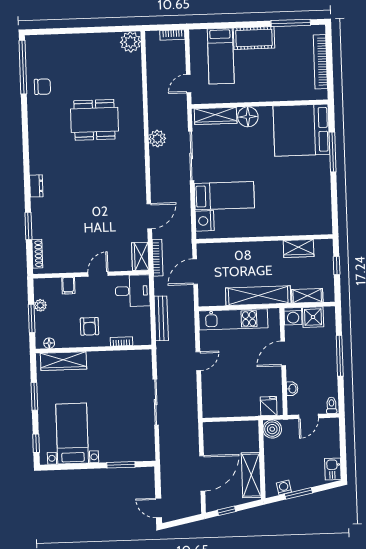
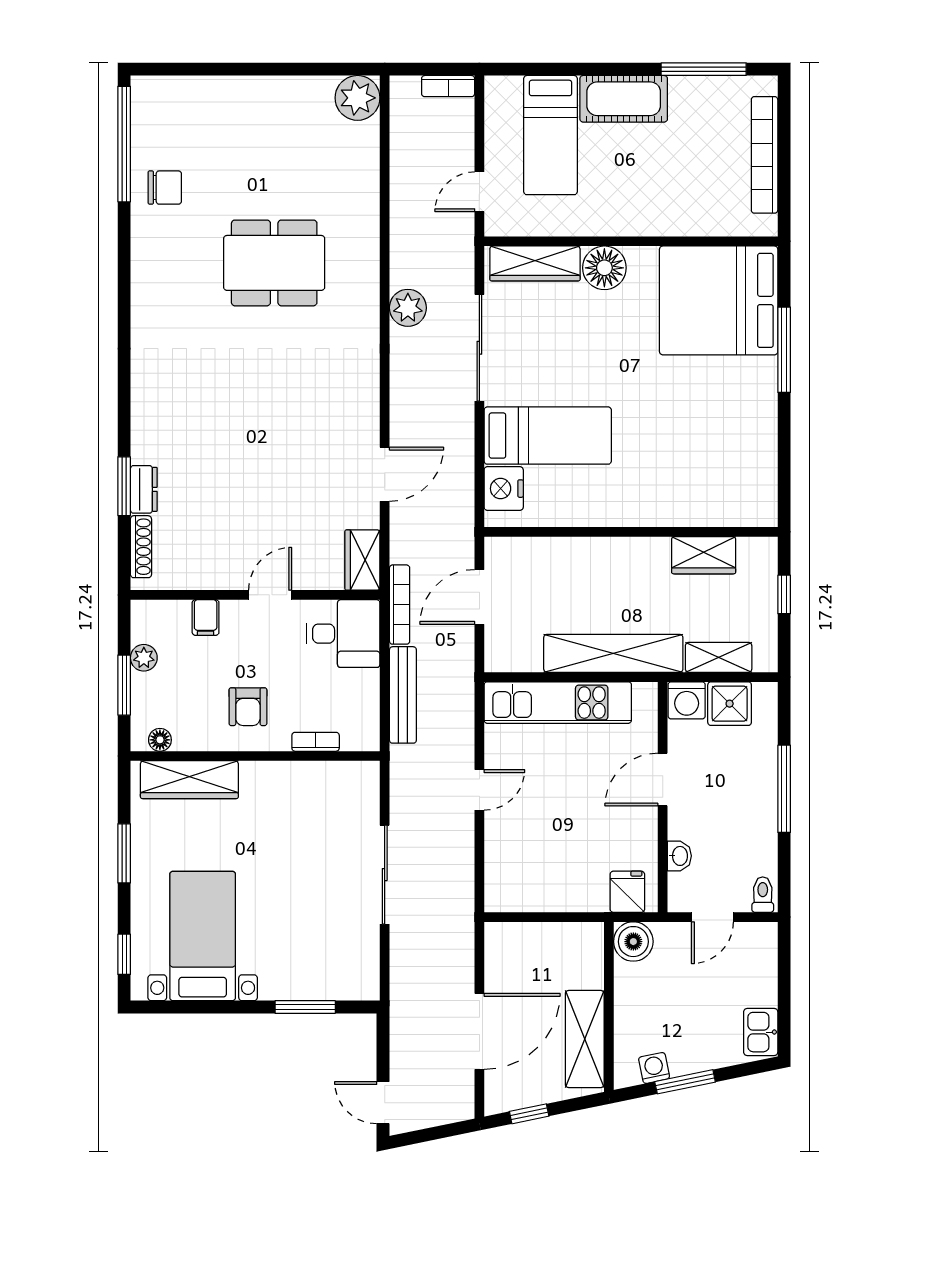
dresser: (36, 186) -> (144, 489), moved
bookcase: (158, 258) -> (400, 605), moved

